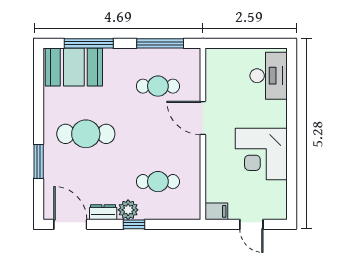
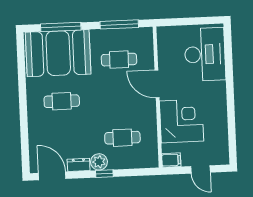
booth: (74, 67) -> (58, 53), width x1.36, depth x1.42
desk: (269, 76) -> (205, 54), width x1.36, depth x1.30
cafe table: (86, 134) -> (62, 101), width x0.73, depth x0.74
corner desk: (261, 154) -> (182, 121), moved, turned 180
window: (39, 161) -> (24, 125), removed

